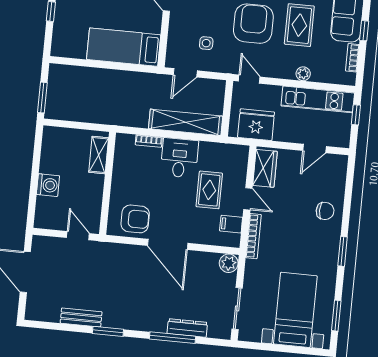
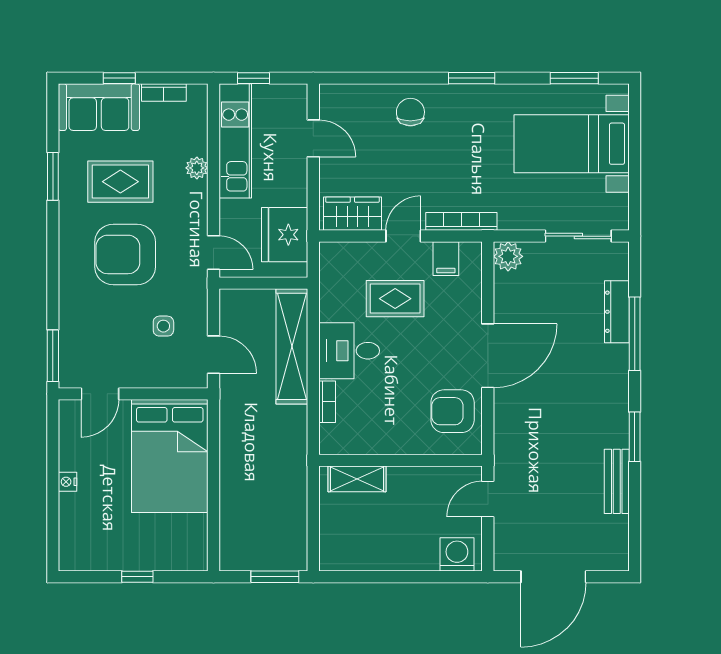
bed: (124, 47) -> (170, 456), width x1.50
door: (249, 79) -> (213, 253), swing flipped
washing machine: (48, 185) -> (457, 554), moved
armchair: (135, 219) -> (453, 411), turned -90

